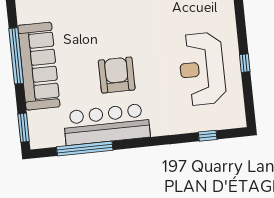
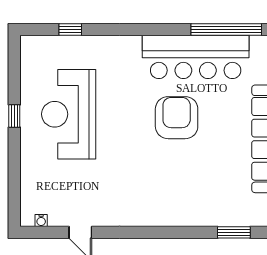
reception desk: (202, 69) -> (69, 114), turned 180
armchair: (117, 75) -> (177, 118), turned 180

